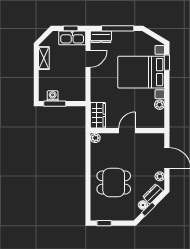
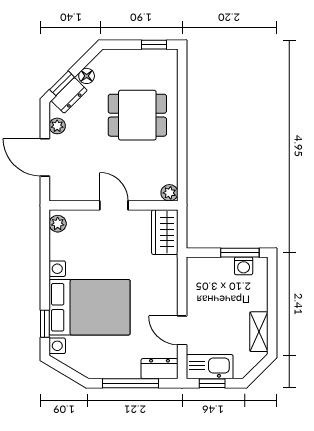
door: (88, 59) -> (182, 330), hinge flipped
plant: (160, 105) -> (58, 224), moved
door: (127, 131) -> (114, 205), swing flipped
window: (148, 209) -> (62, 83), moved

